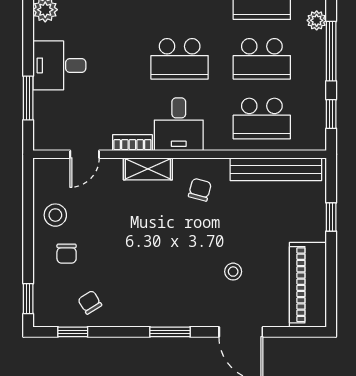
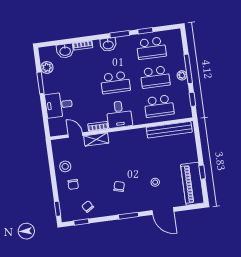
plant: (317, 20) -> (182, 75), moved
desk: (59, 65) -> (59, 105), moved
window: (28, 98) -> (40, 83), moved
door: (85, 154) -> (75, 135), swing flipped
shelving: (148, 169) -> (96, 139), moved
chair: (200, 190) -> (119, 186), moved
window: (331, 217) -> (202, 172), moved

